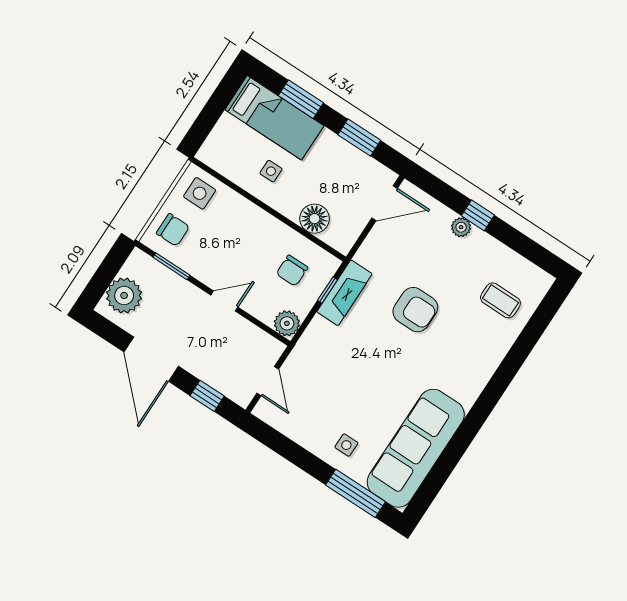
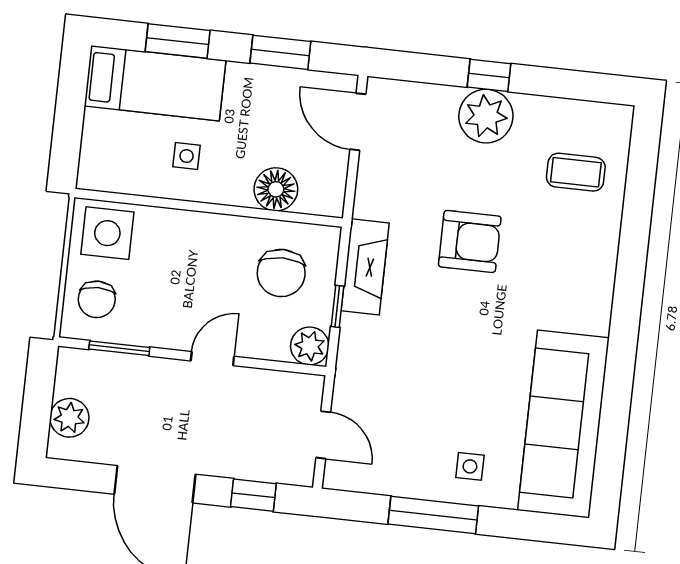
side table: (200, 193) -> (107, 233), width x1.37, depth x1.37
door: (385, 203) -> (358, 122), swing flipped
plant: (461, 227) -> (486, 116), width x1.88, depth x1.88
chair: (173, 230) -> (97, 299), turned 90
chair: (292, 271) -> (281, 273), width x1.37, depth x1.37
window: (327, 290) -> (337, 306), moved
plant: (124, 295) -> (69, 418), width x0.73, depth x0.73
window: (356, 493) -> (433, 515), moved

